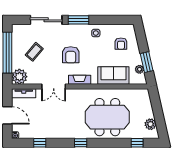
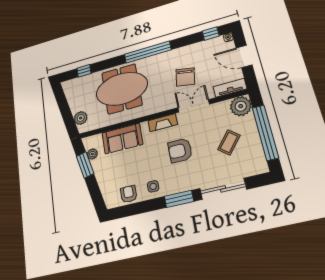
armchair: (121, 44) -> (129, 194), moved
armchair: (71, 55) -> (180, 151), turned -90
chair: (55, 112) -> (185, 77), added
plant: (150, 124) -> (81, 118), moved
window: (40, 143) -> (211, 34), moved
window: (81, 143) -> (148, 52), width x3.17

